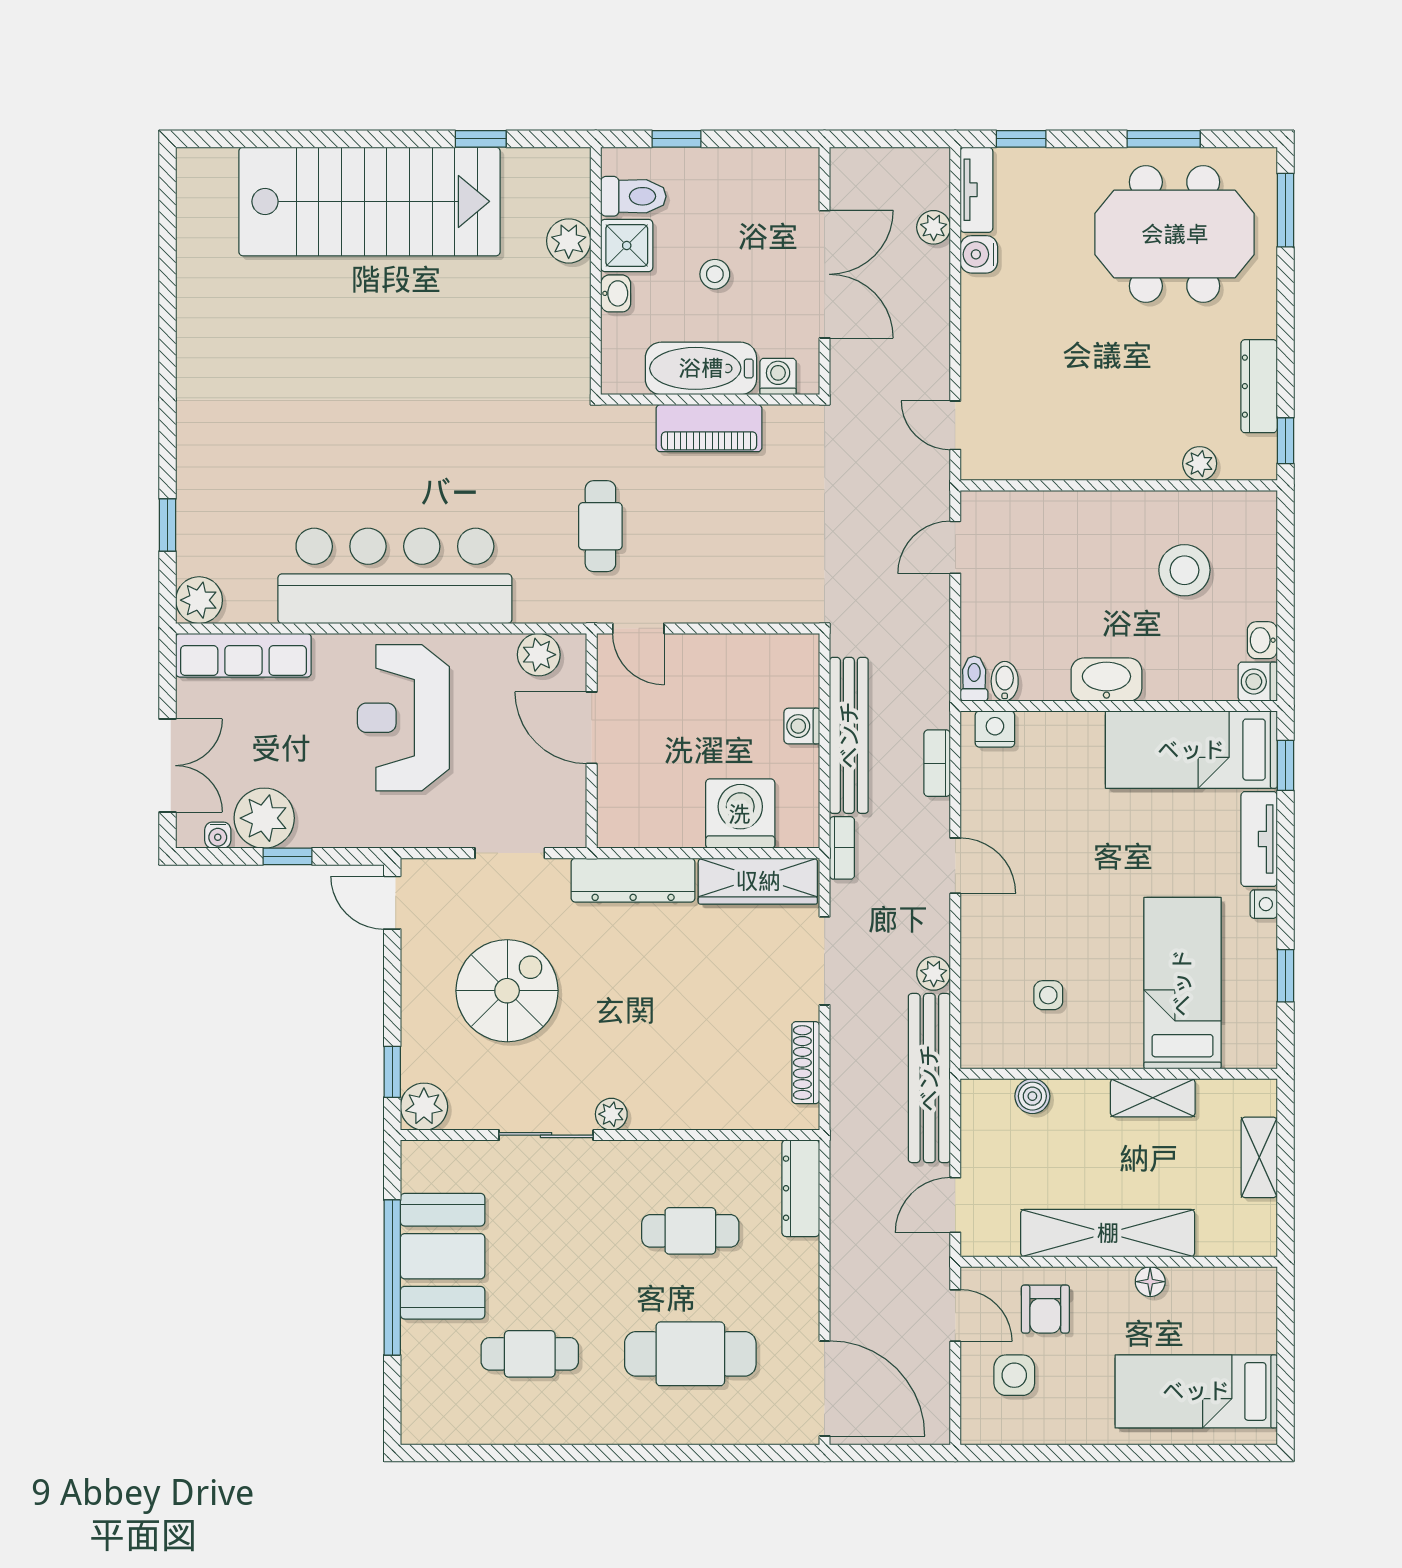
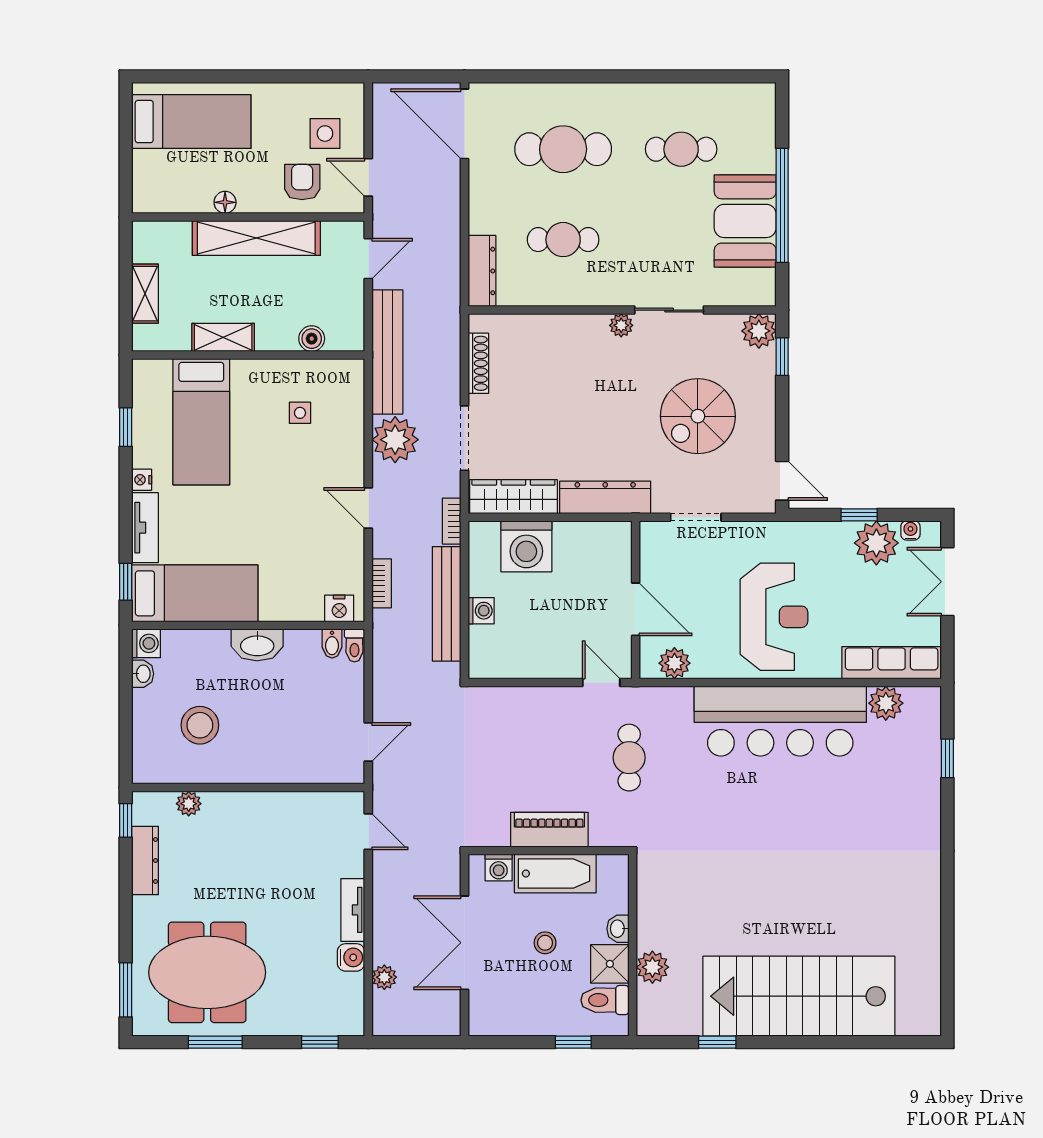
tv unit: (976, 190) -> (353, 910), moved
plant: (199, 600) -> (886, 703), moved
plant: (934, 973) -> (395, 440), width x1.88, depth x1.88

